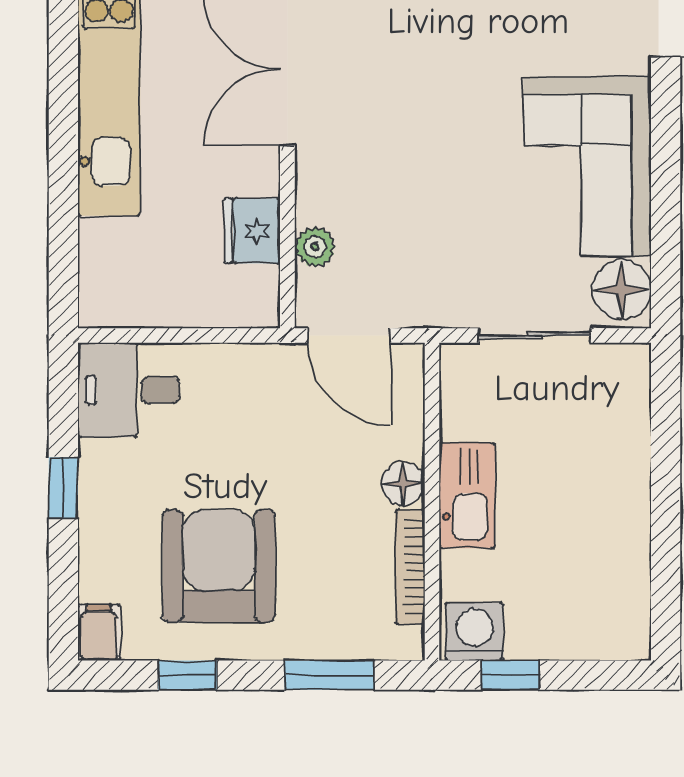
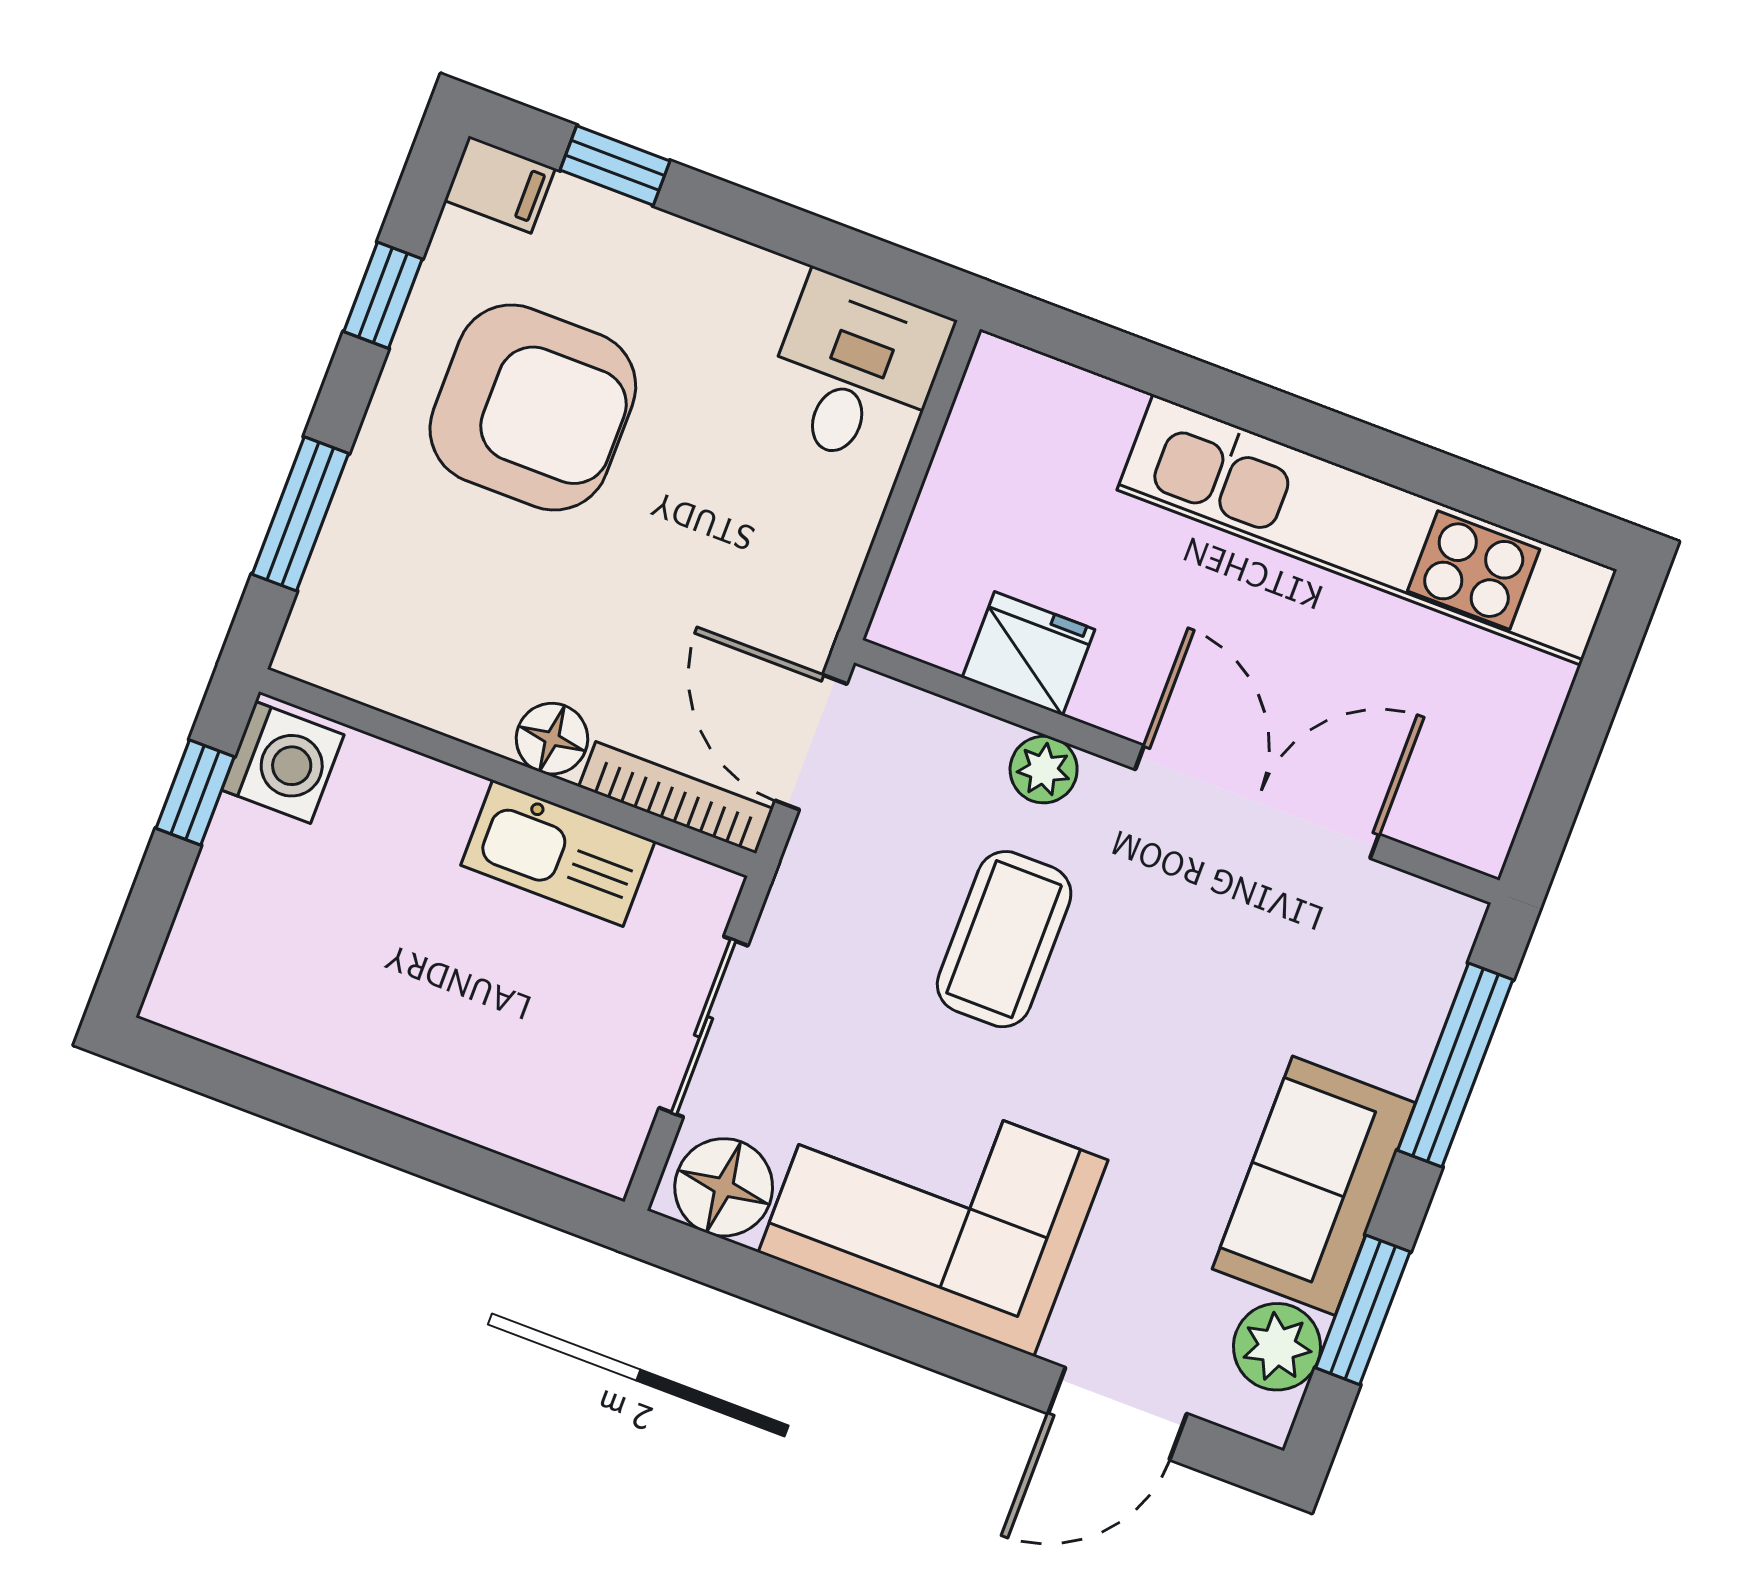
coffee table: (420, 183) -> (1004, 939), added
plant: (315, 247) -> (1044, 770), moved
door: (349, 336) -> (811, 742), hinge flipped
window: (63, 488) -> (615, 165), moved
kitchen sink: (467, 495) -> (558, 853), moved
bookcase: (410, 567) -> (676, 798), moved

